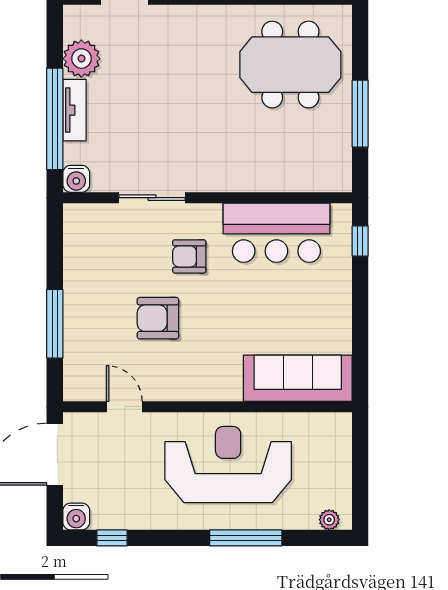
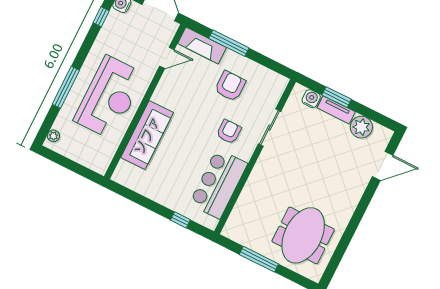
window: (55, 119) -> (337, 97), width x0.47
water cooler: (76, 179) -> (311, 99), moved, turned 90
window: (360, 241) -> (180, 220), moved
armchair: (158, 318) -> (230, 86), moved
fireplace: (79, 363) -> (202, 45), added
sofa: (298, 378) -> (147, 135), moved

